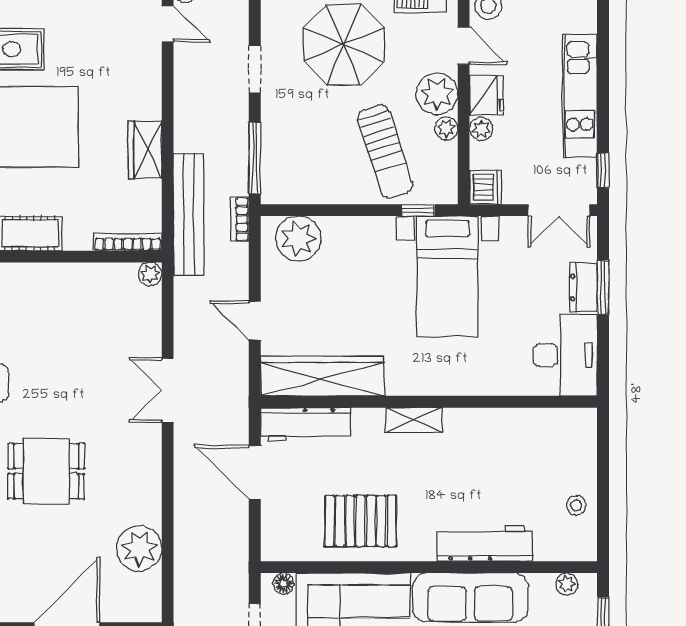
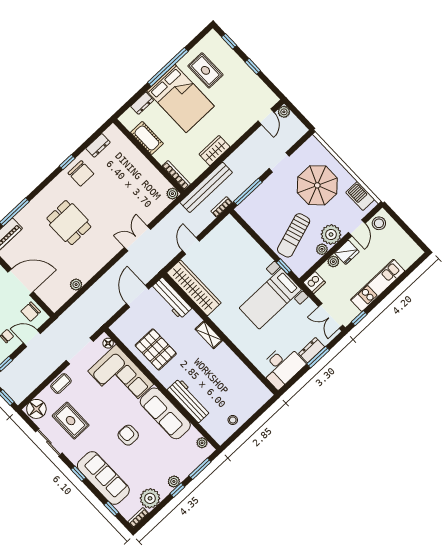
plant: (298, 239) -> (234, 234), removed
plant: (139, 548) -> (76, 285), width x0.53, depth x0.53

